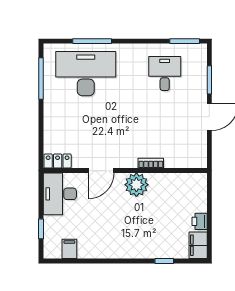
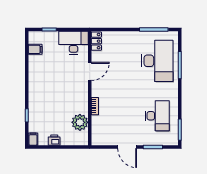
desk: (165, 74) -> (157, 116), width x1.37
door: (101, 171) -> (90, 71), swing flipped
plant: (136, 185) -> (80, 122), moved
filing cabinet: (198, 245) -> (33, 139), width x0.50

